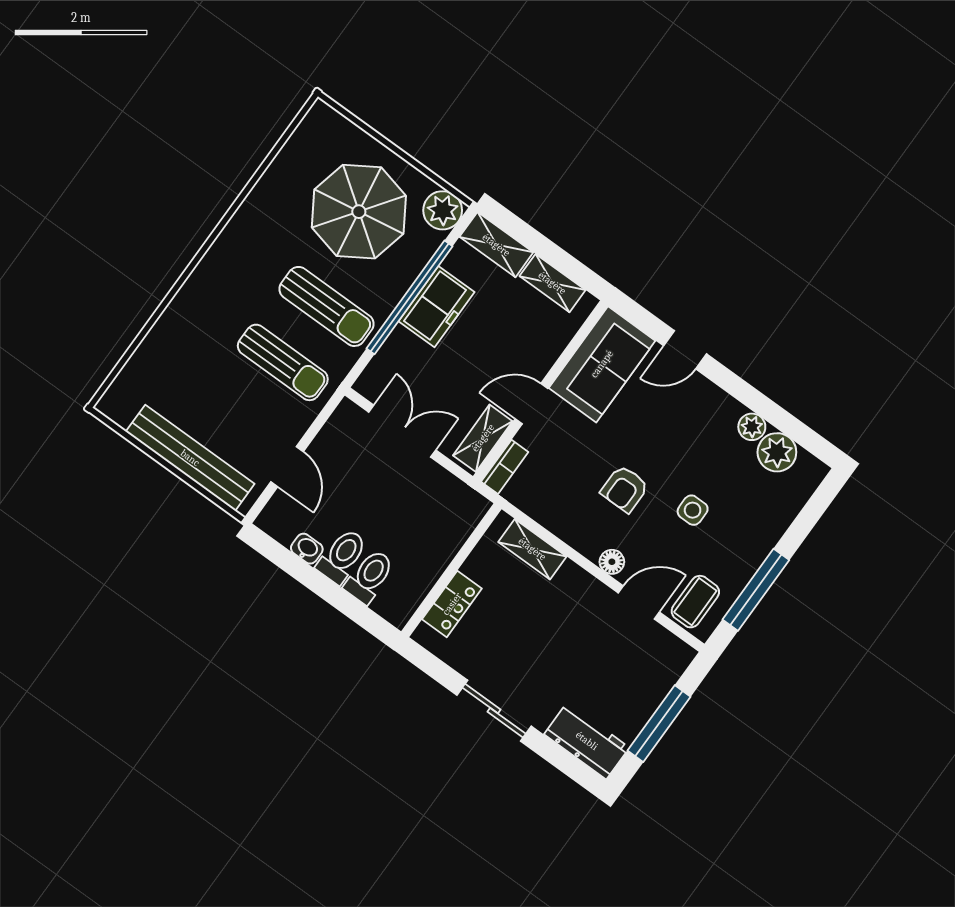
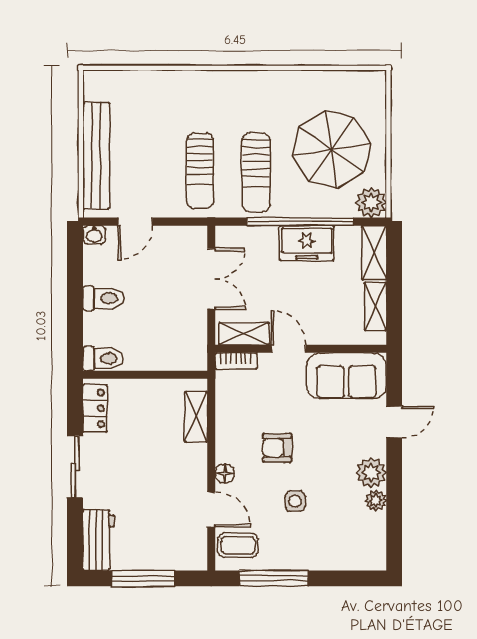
door: (685, 350) -> (394, 422), swing flipped
plant: (777, 452) -> (371, 473), moved
washbasin: (307, 549) -> (94, 235), moved, turned 90
toilet: (369, 576) -> (103, 359), moved
locker: (452, 604) -> (95, 408), moved, turned -90

